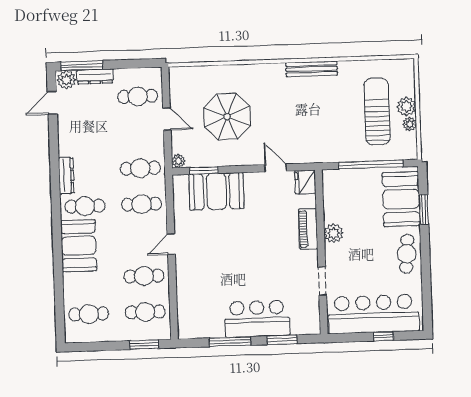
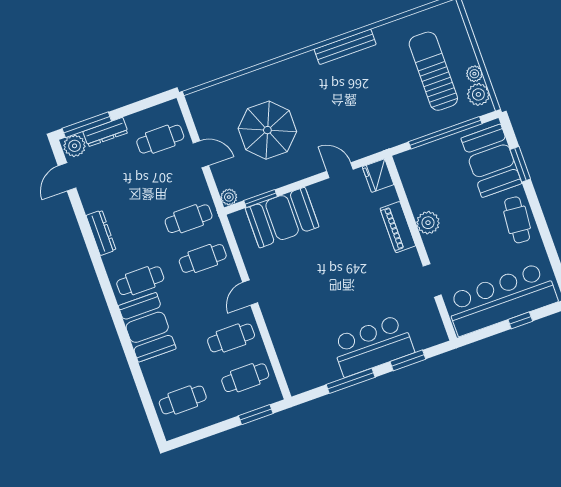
plant: (406, 106) -> (478, 94), moved
dresser: (66, 176) -> (101, 233), moved

